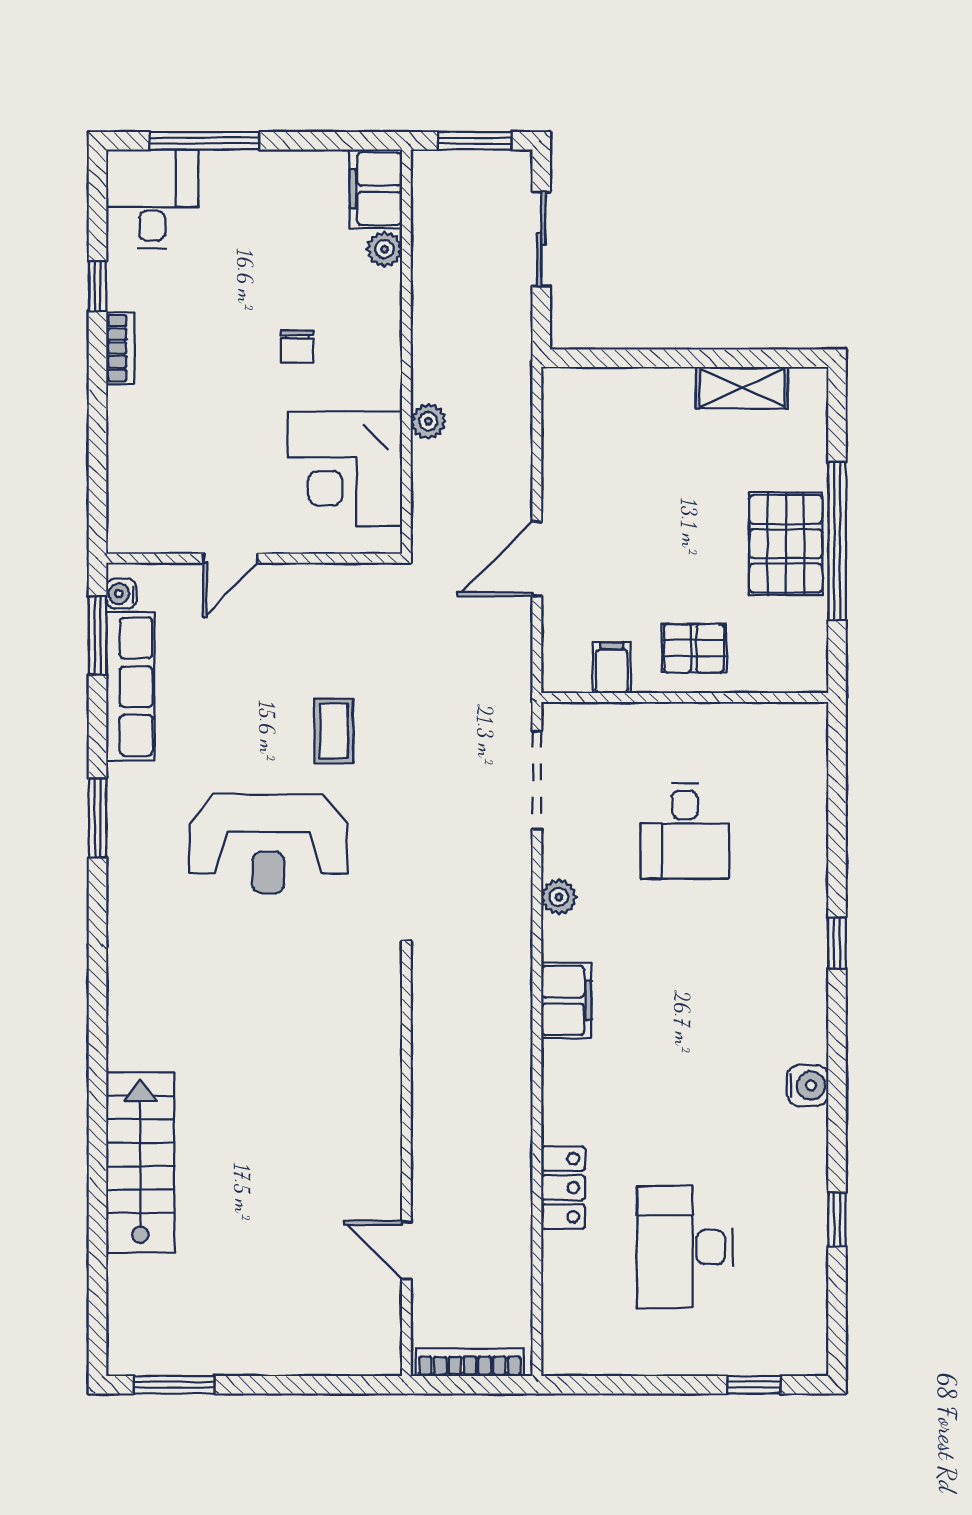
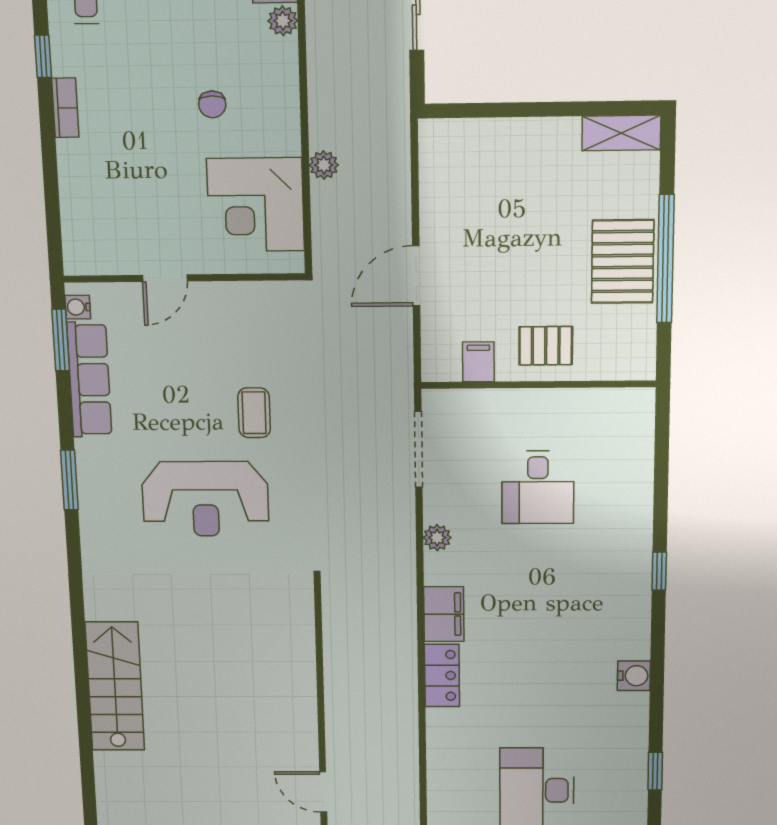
shelving: (742, 388) -> (621, 133), moved
stairs: (140, 1163) -> (115, 686), moved
locker: (563, 1188) -> (442, 675), moved

